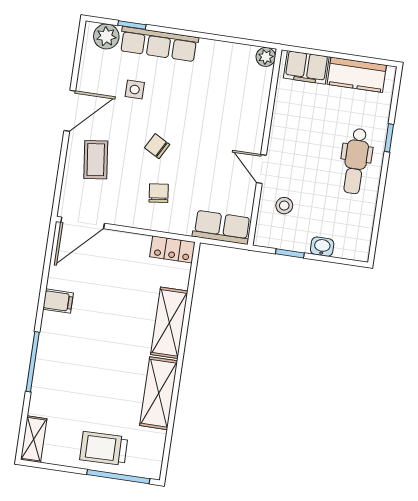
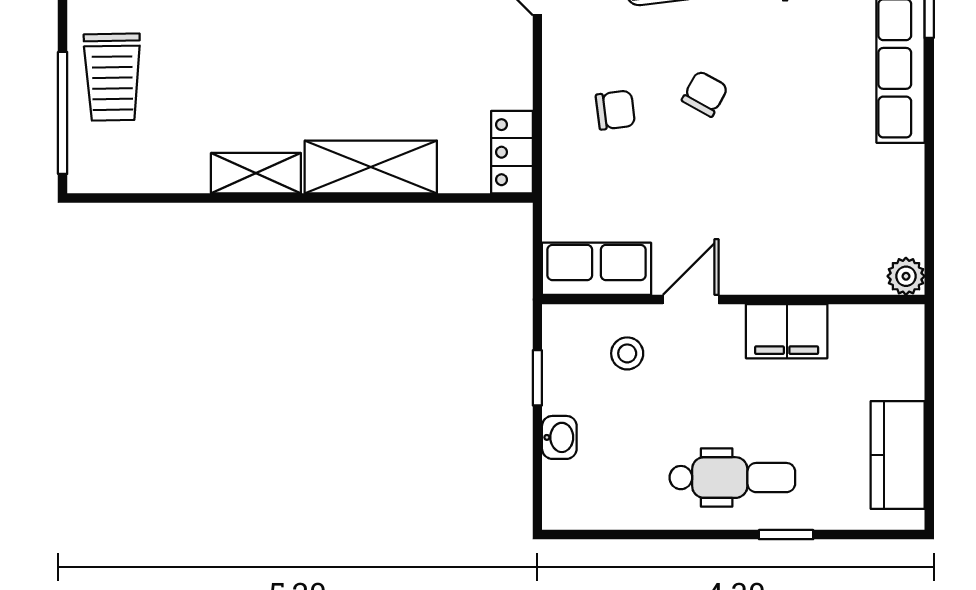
filing cabinet: (306, 67) -> (787, 331), moved, turned -90
side table: (135, 89) -> (807, 35), removed
dental chair: (356, 161) -> (732, 478), turned 180
row of seats: (222, 227) -> (597, 269), moved, turned -90
shelving: (159, 393) -> (256, 173), width x0.67, depth x0.75
trolley: (104, 448) -> (112, 77), turned 180

